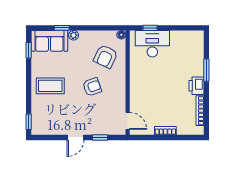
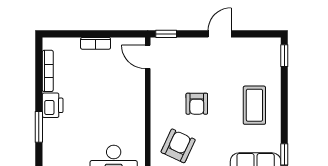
coffee table: (50, 86) -> (254, 105), turned 90
armchair: (92, 87) -> (197, 104), turned -71
window: (100, 138) -> (166, 34), moved

